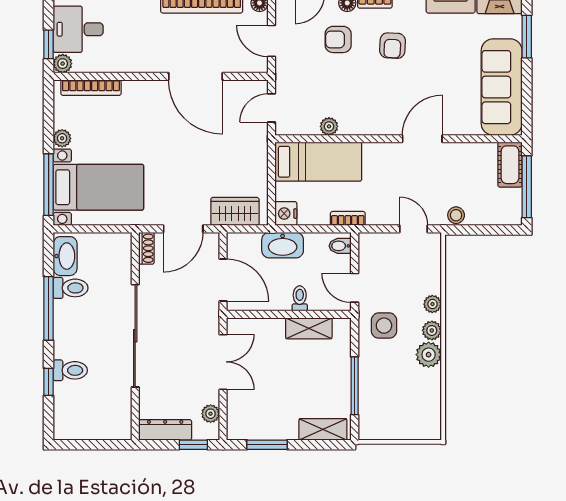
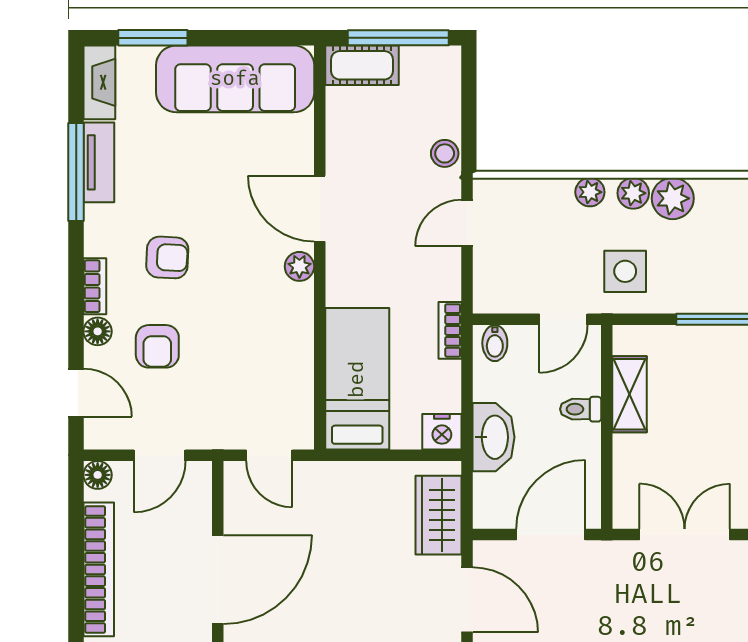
plant: (329, 126) -> (299, 266), moved

